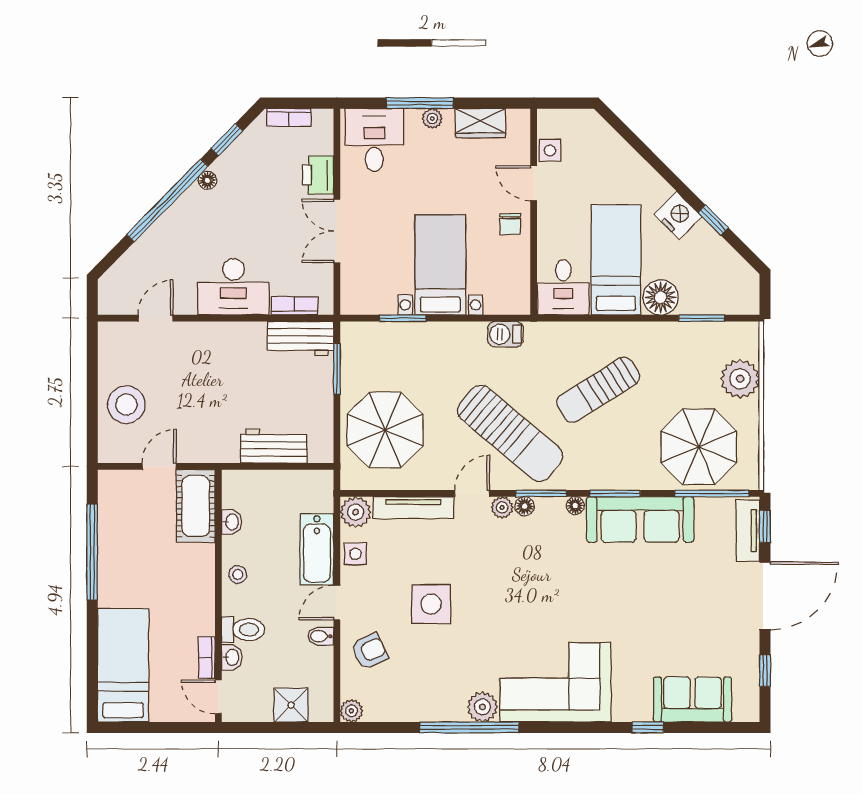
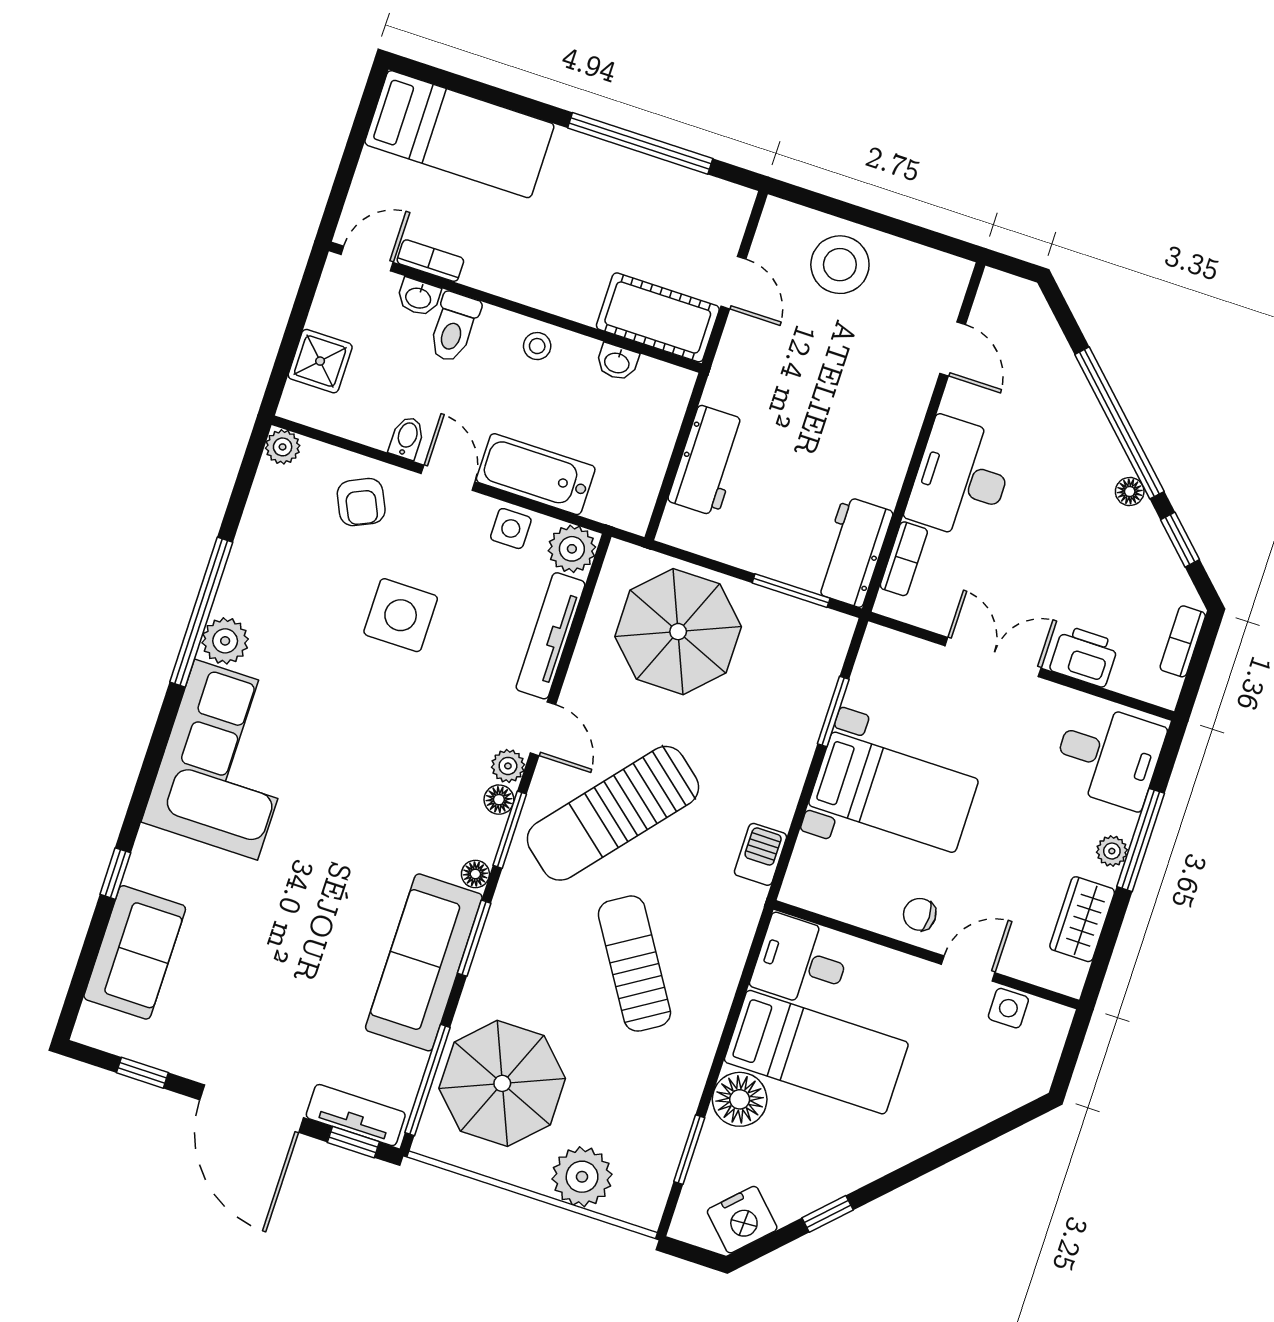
nightstand: (678, 215) -> (742, 1220), moved

